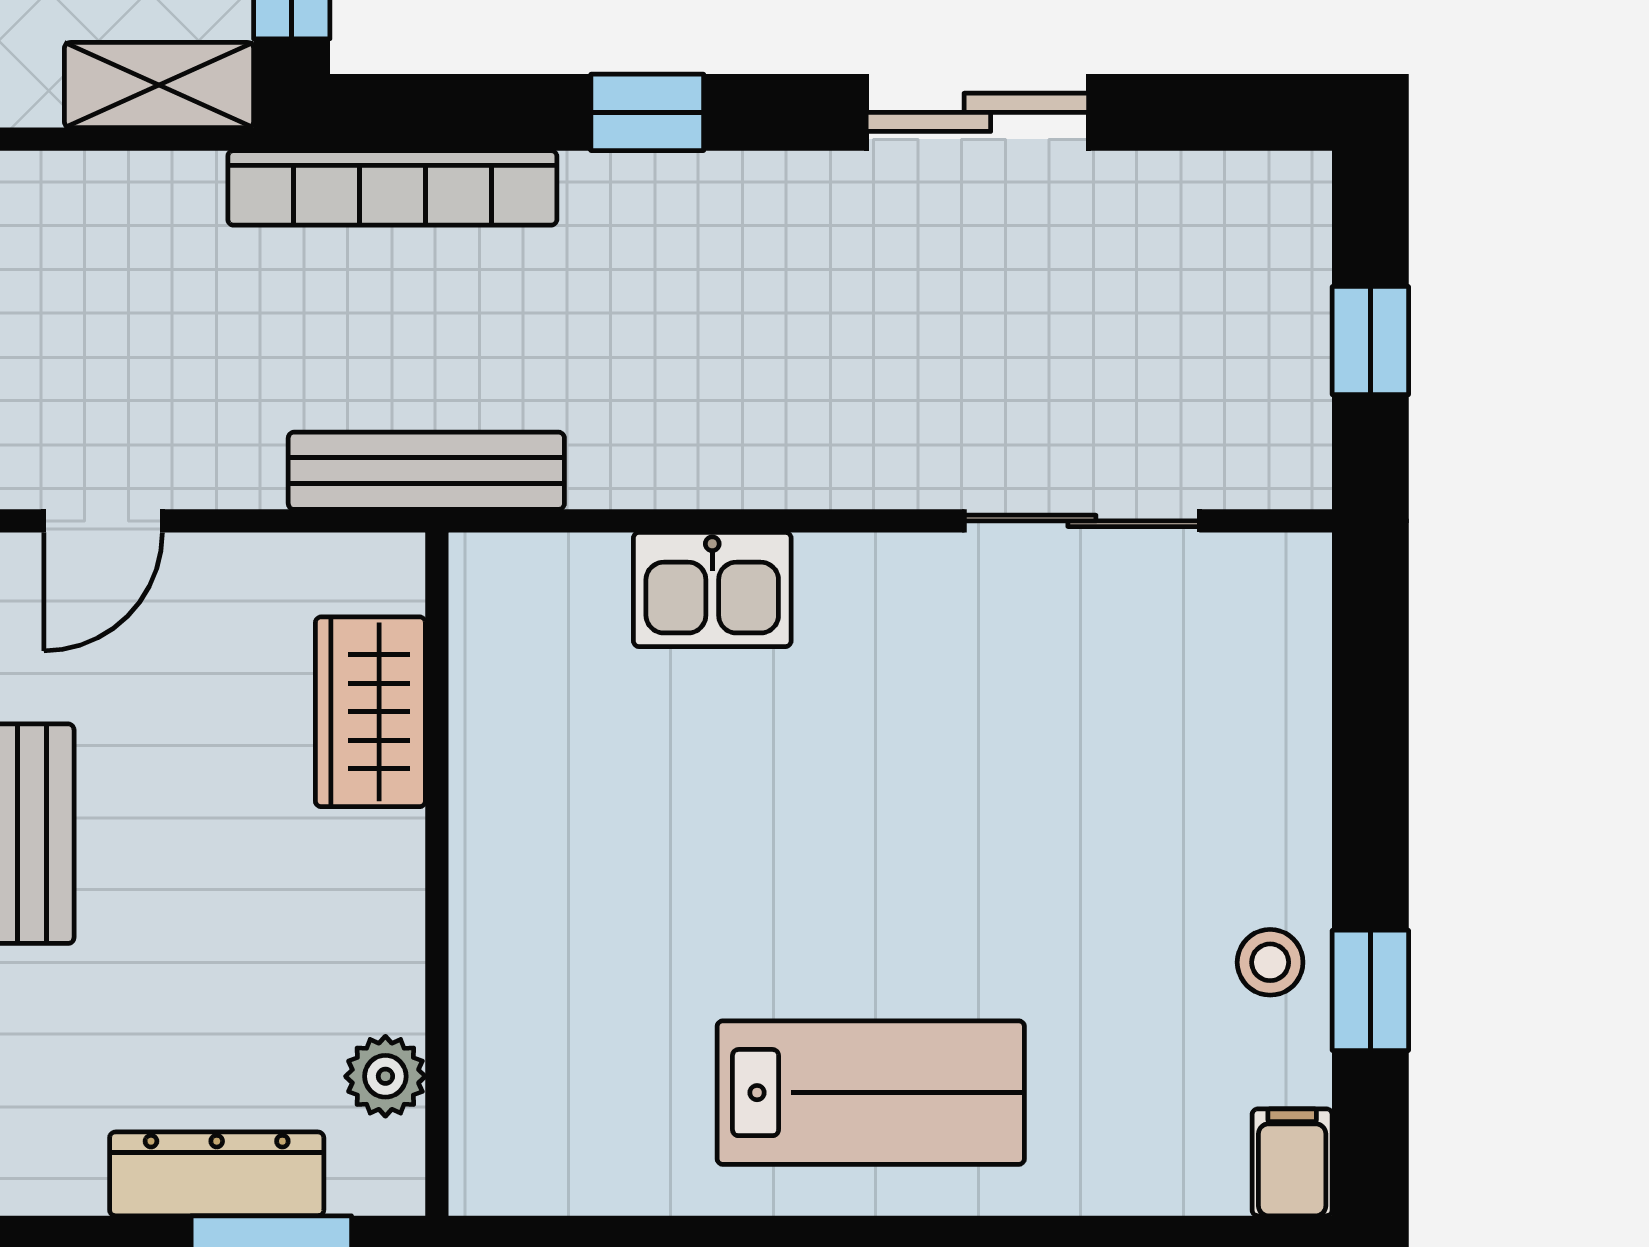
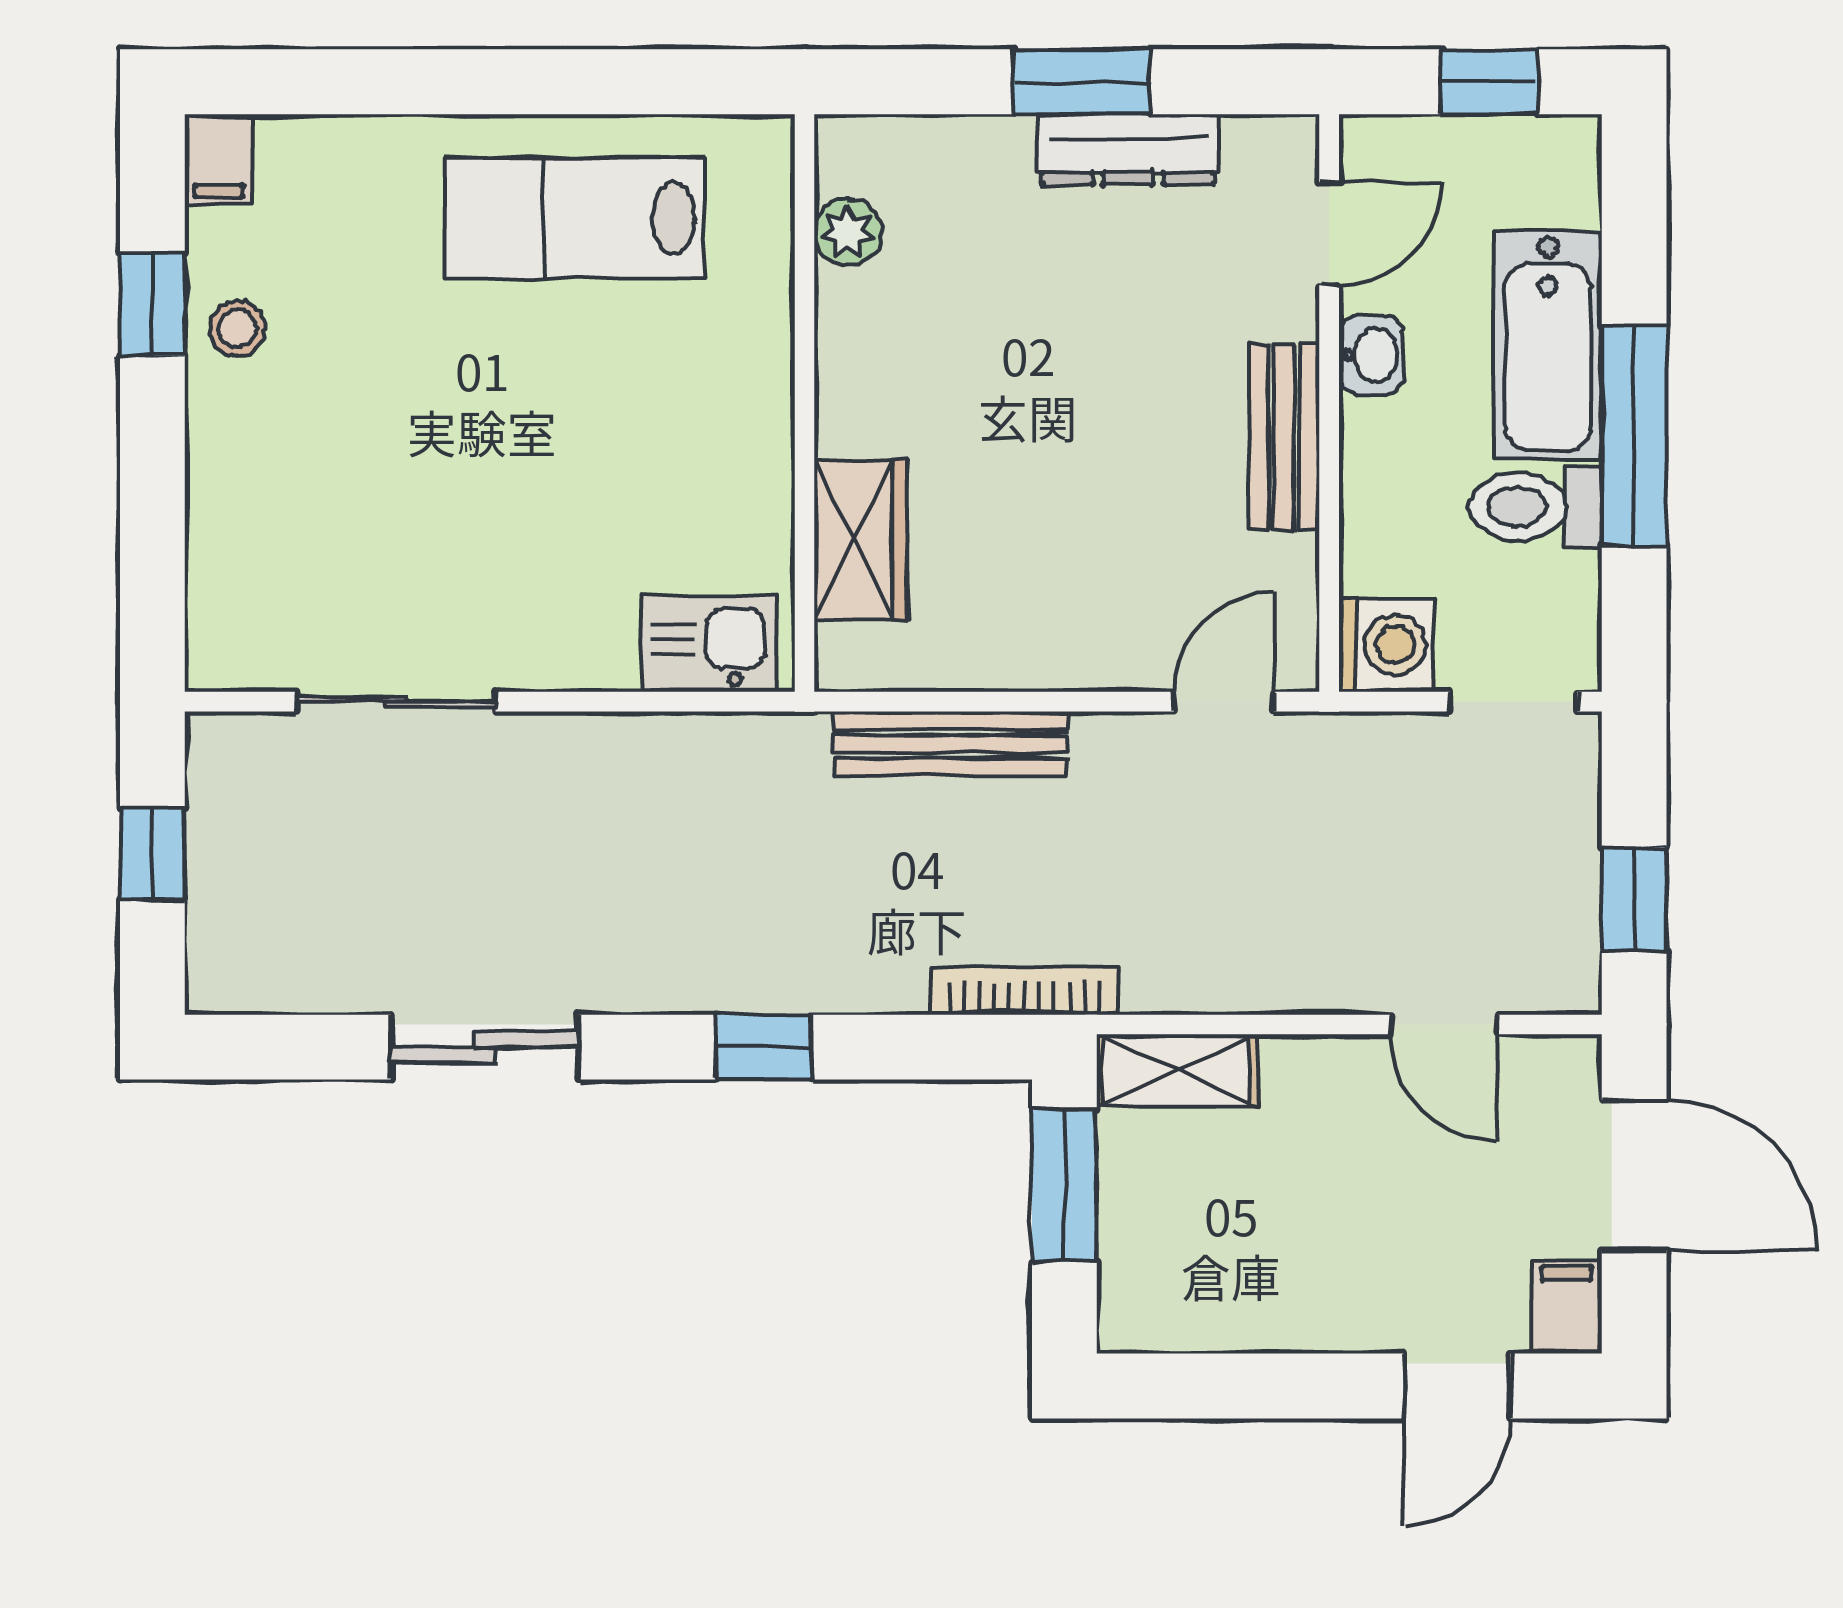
bookcase: (392, 188) -> (1024, 991), width x0.68, depth x0.76
wardrobe: (370, 712) -> (861, 540), moved
wall: (437, 874) -> (804, 403), moved
plant: (385, 1076) -> (848, 232), moved

